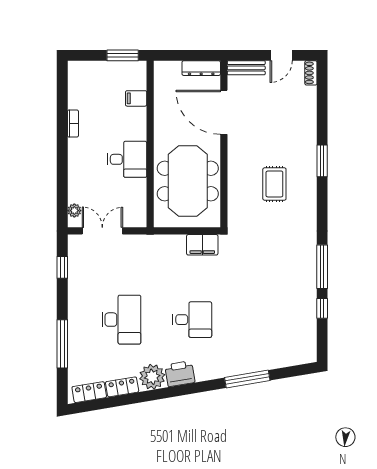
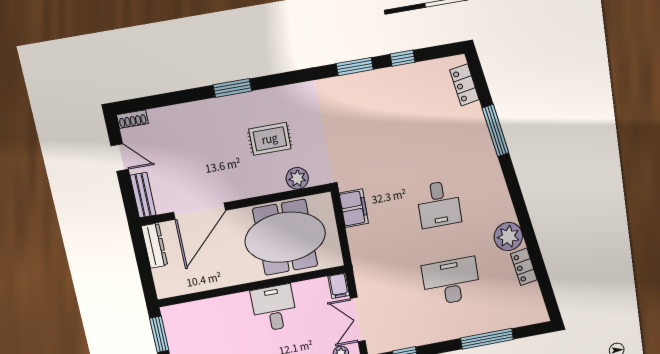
filing cabinet: (136, 98) -> (339, 286), moved
plant: (237, 201) -> (297, 178), added
window: (322, 267) -> (355, 67), width x0.69
desk: (192, 320) -> (439, 204), turned 180
printer: (180, 374) -> (501, 207), removed
locker: (89, 392) -> (464, 85), moved

